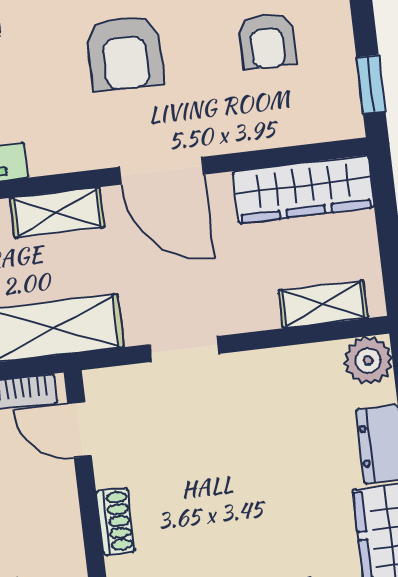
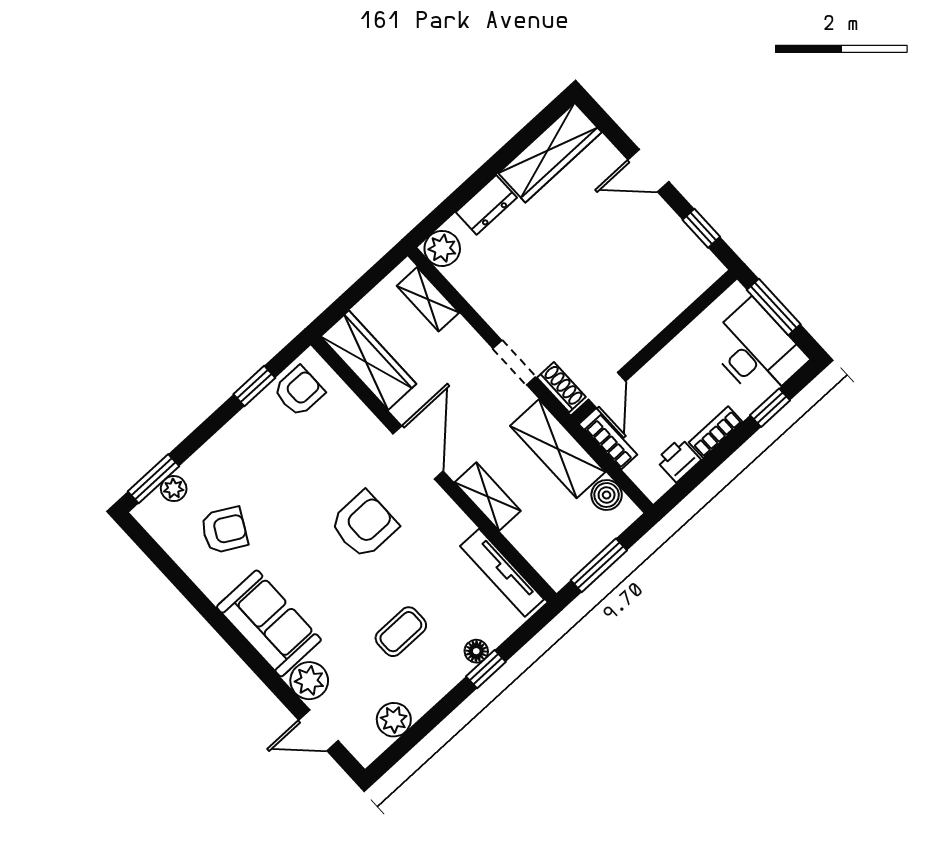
armchair: (267, 41) -> (299, 391), moved
window: (371, 85) -> (254, 386), moved
shoe rack: (115, 521) -> (561, 387), moved, turned 90

